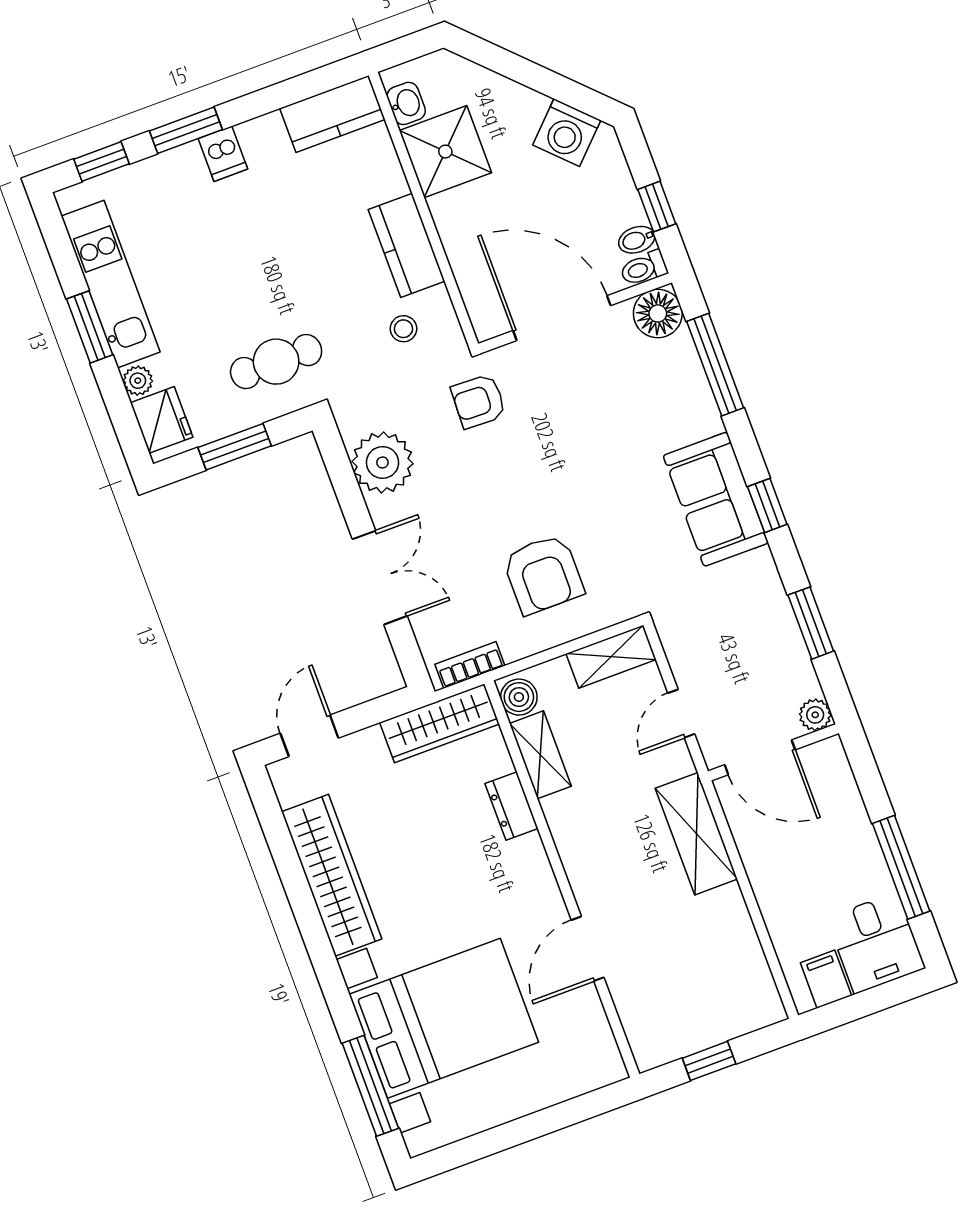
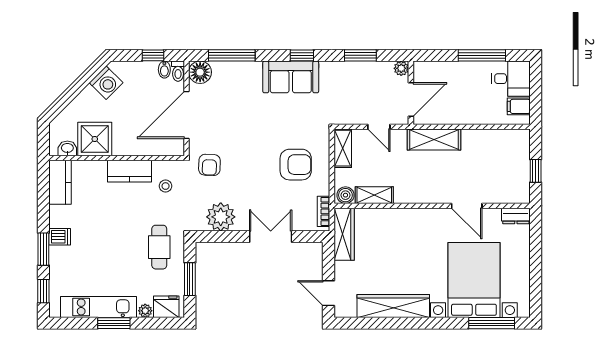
dresser: (512, 806) -> (516, 216), moved

